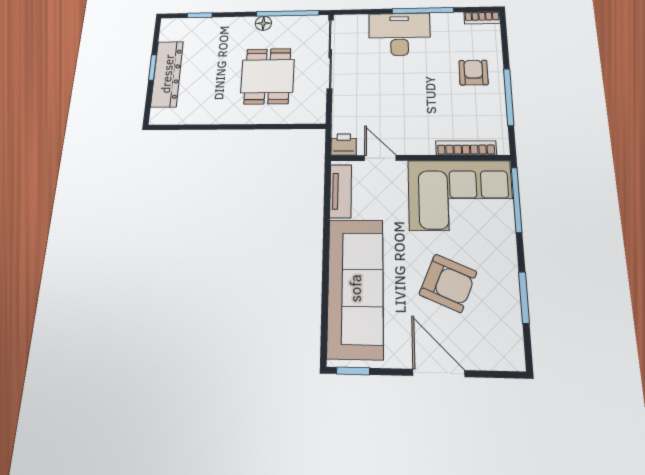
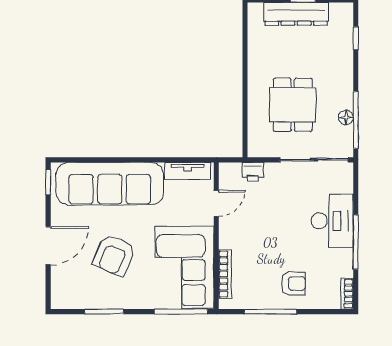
floor lamp: (263, 23) -> (346, 117), moved
dining table: (267, 76) -> (293, 105), turned 90
printer: (344, 145) -> (253, 172), moved, turned 90

